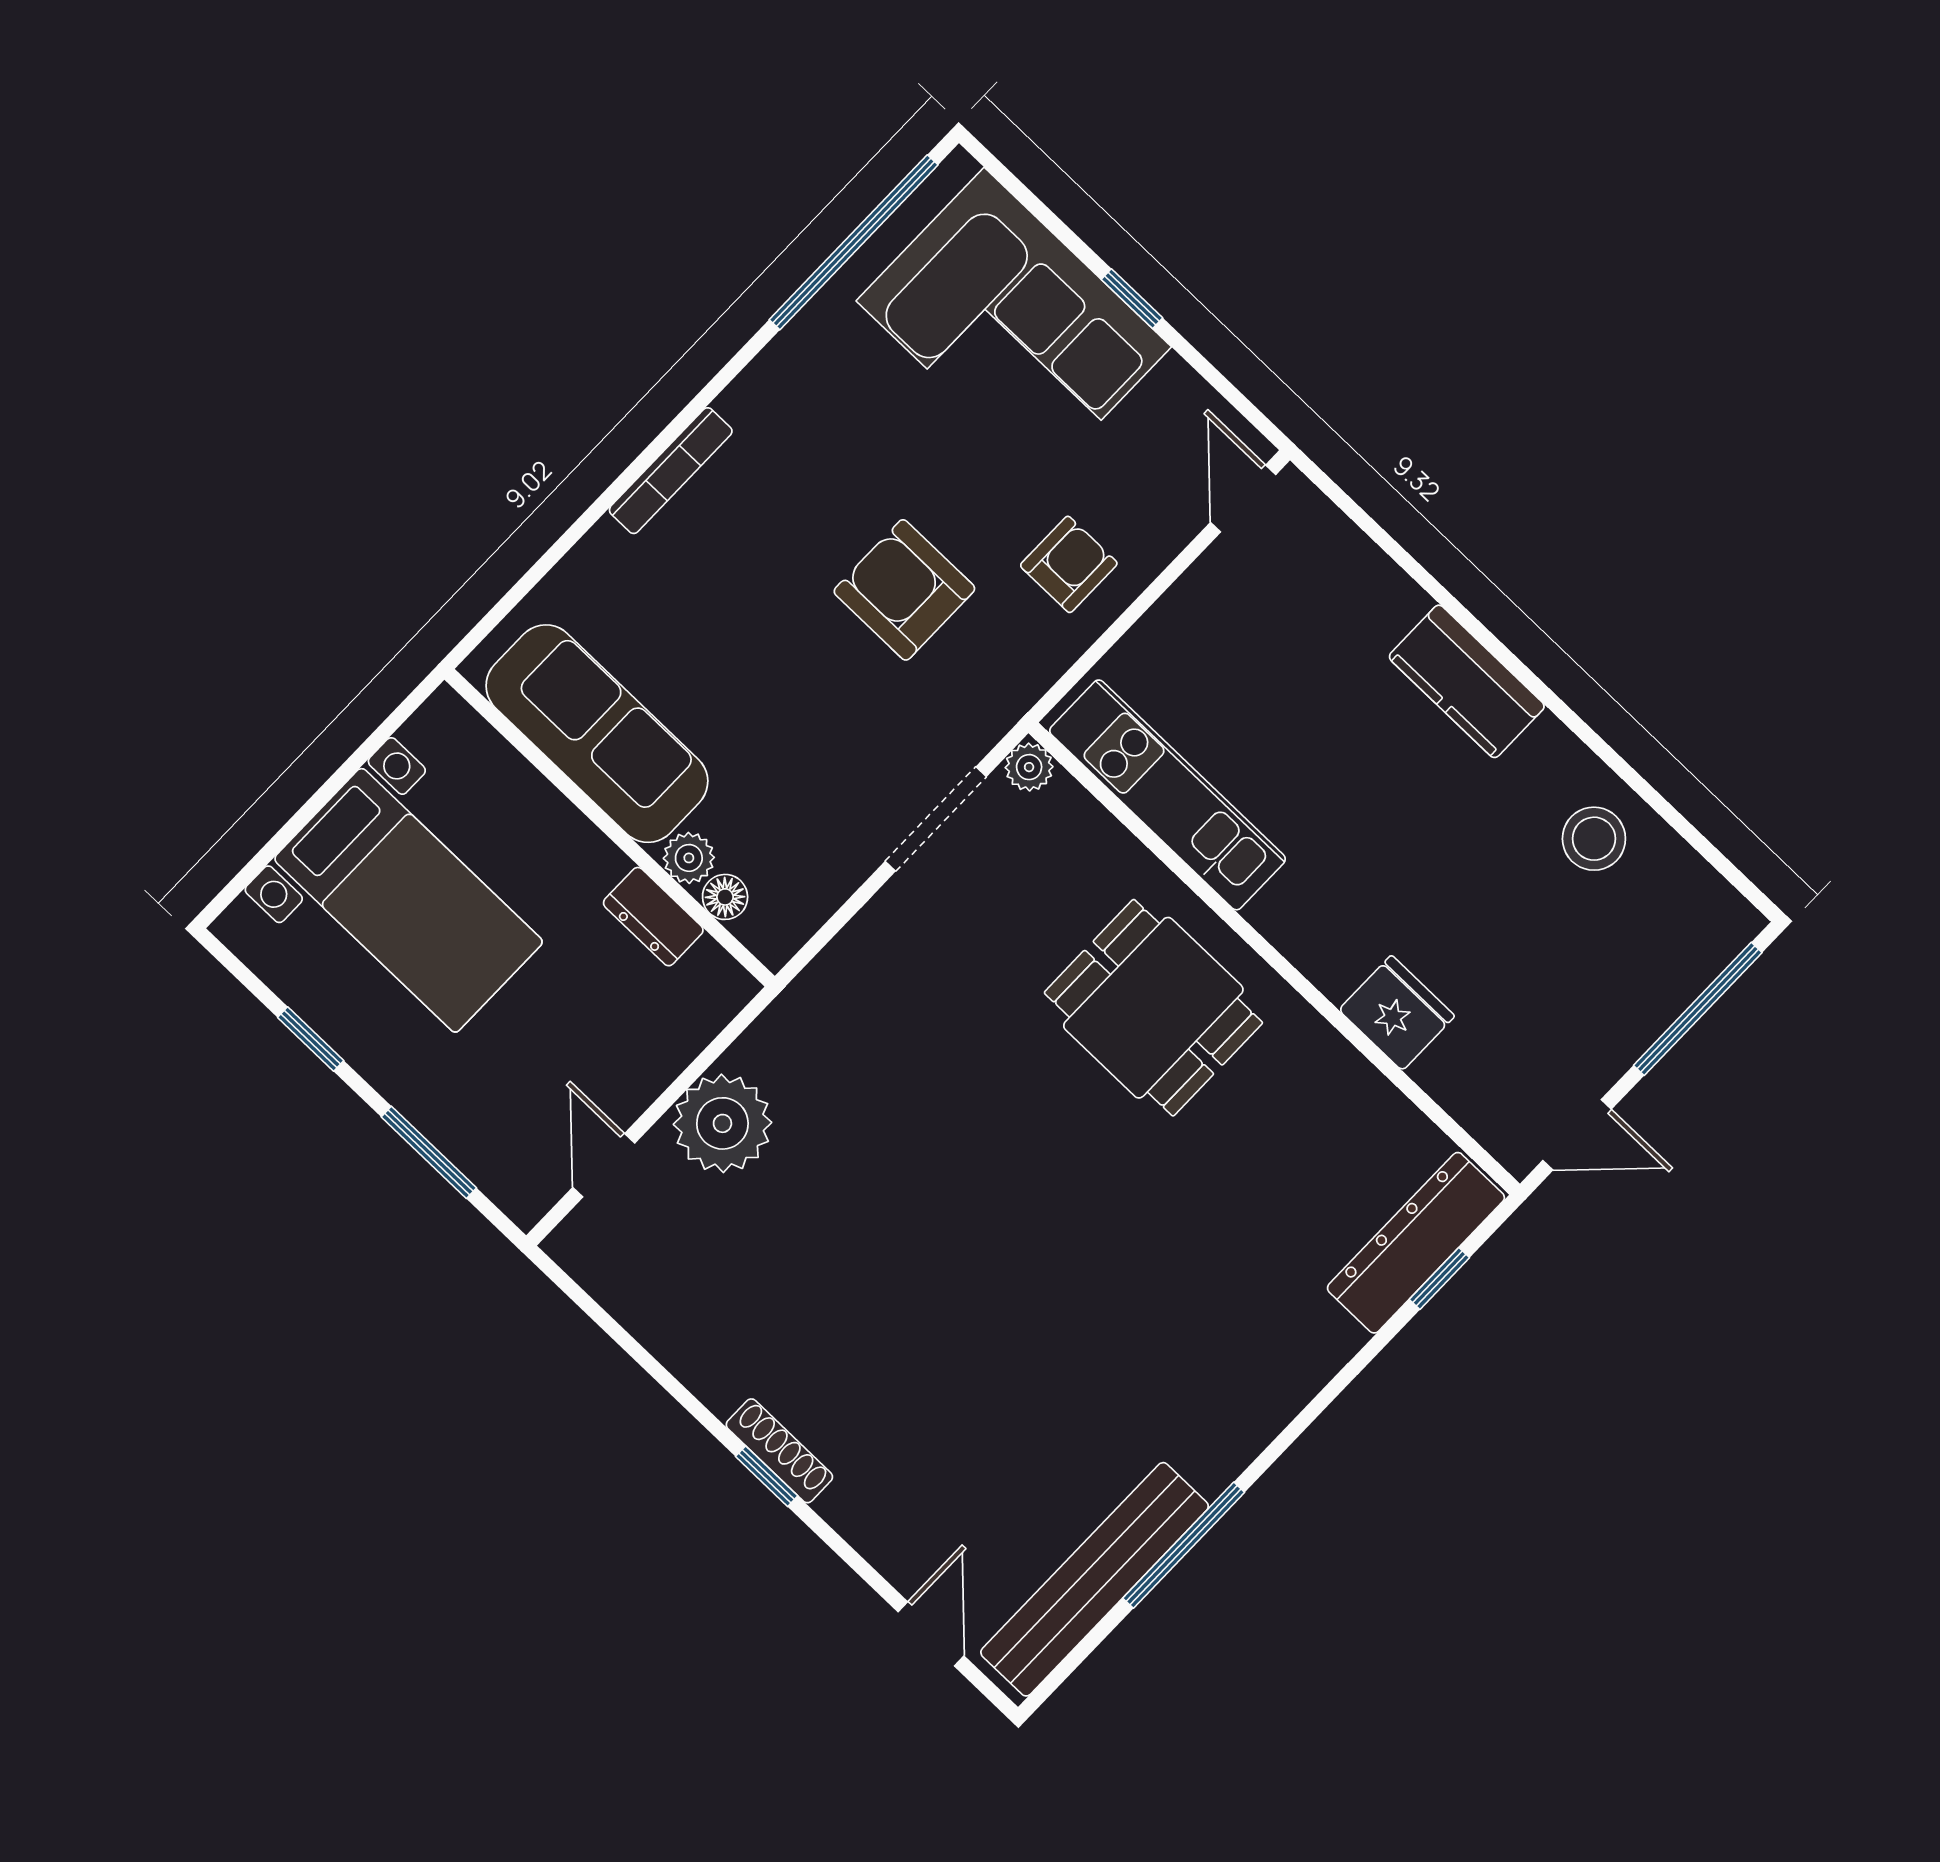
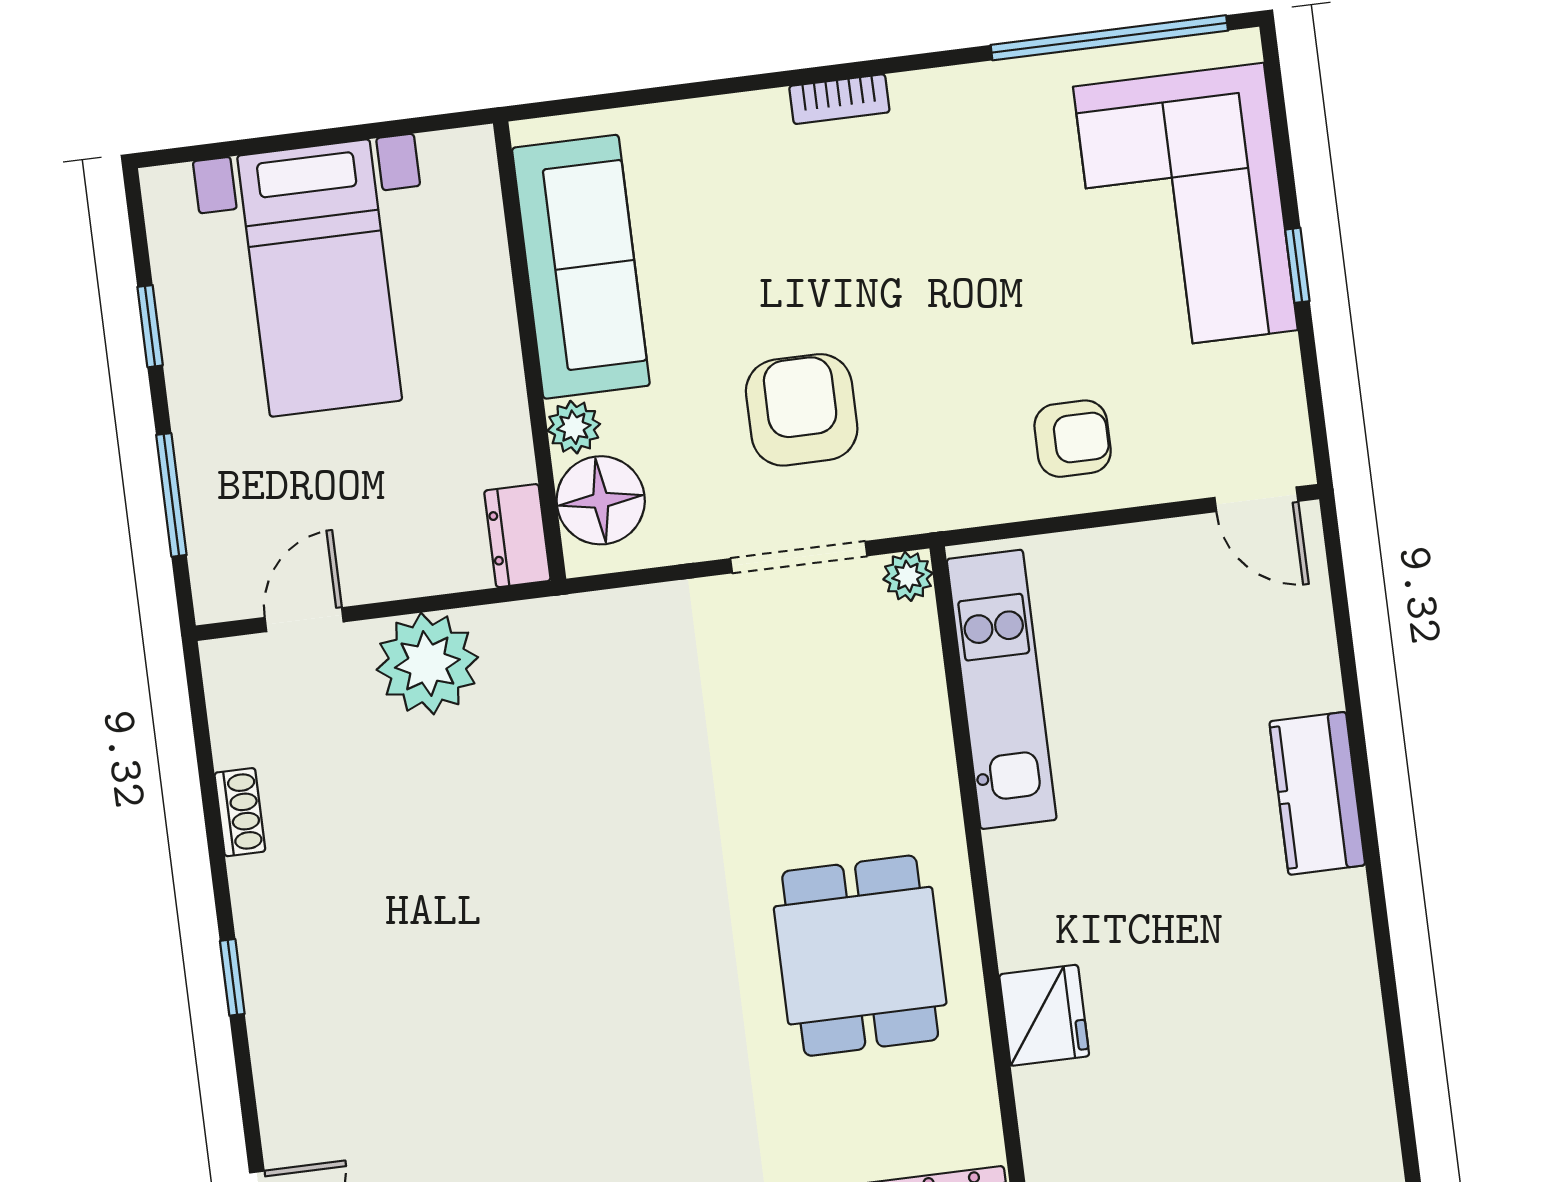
bookcase: (671, 471) -> (839, 99), width x0.64
door: (1243, 498) -> (1256, 499), swing flipped
armchair: (904, 590) -> (802, 410), moved
stool: (1594, 839) -> (1317, 1003), removed
floor lamp: (725, 897) -> (601, 500), width x1.89, depth x1.89
dresser: (653, 917) -> (517, 536), moved
dining table: (1153, 1008) -> (860, 956), moved
shoe rack: (779, 1451) -> (240, 812), moved, width x0.70

